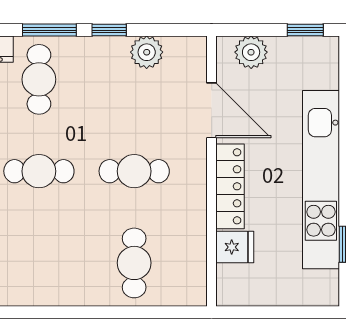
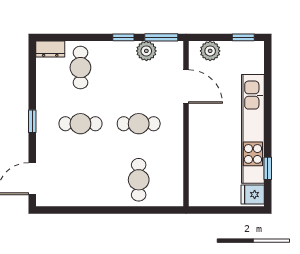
window: (49, 30) -> (161, 37), moved
locker: (230, 186) -> (197, 133), removed
fridge: (235, 247) -> (253, 195), moved, turned 180

